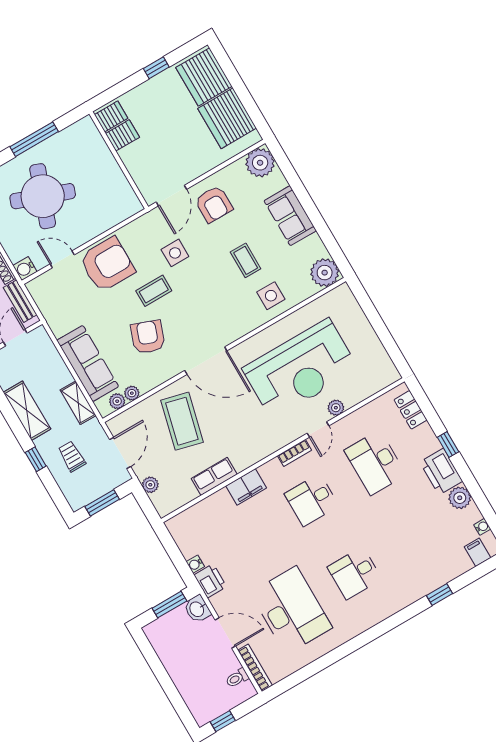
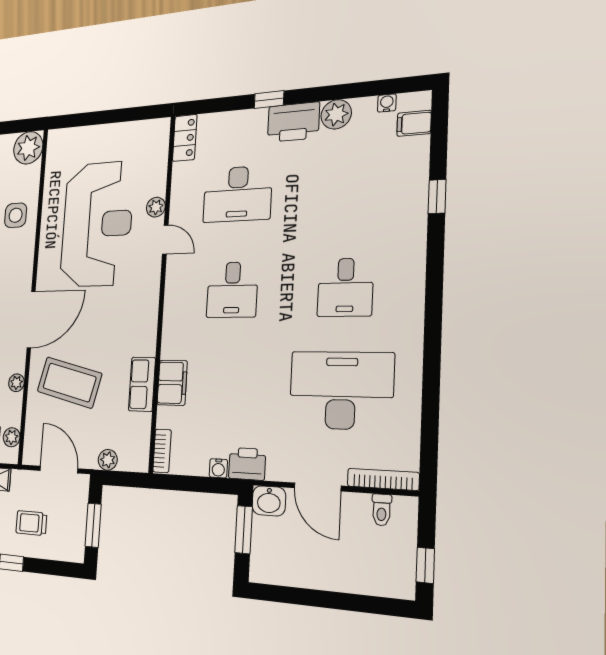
plant: (132, 393) -> (16, 383), moved
locker: (411, 410) -> (185, 138), moved, turned -90
bookcase: (295, 453) -> (162, 451), moved
filing cabinet: (246, 487) -> (172, 383), moved
door: (225, 633) -> (317, 487), swing flipped

